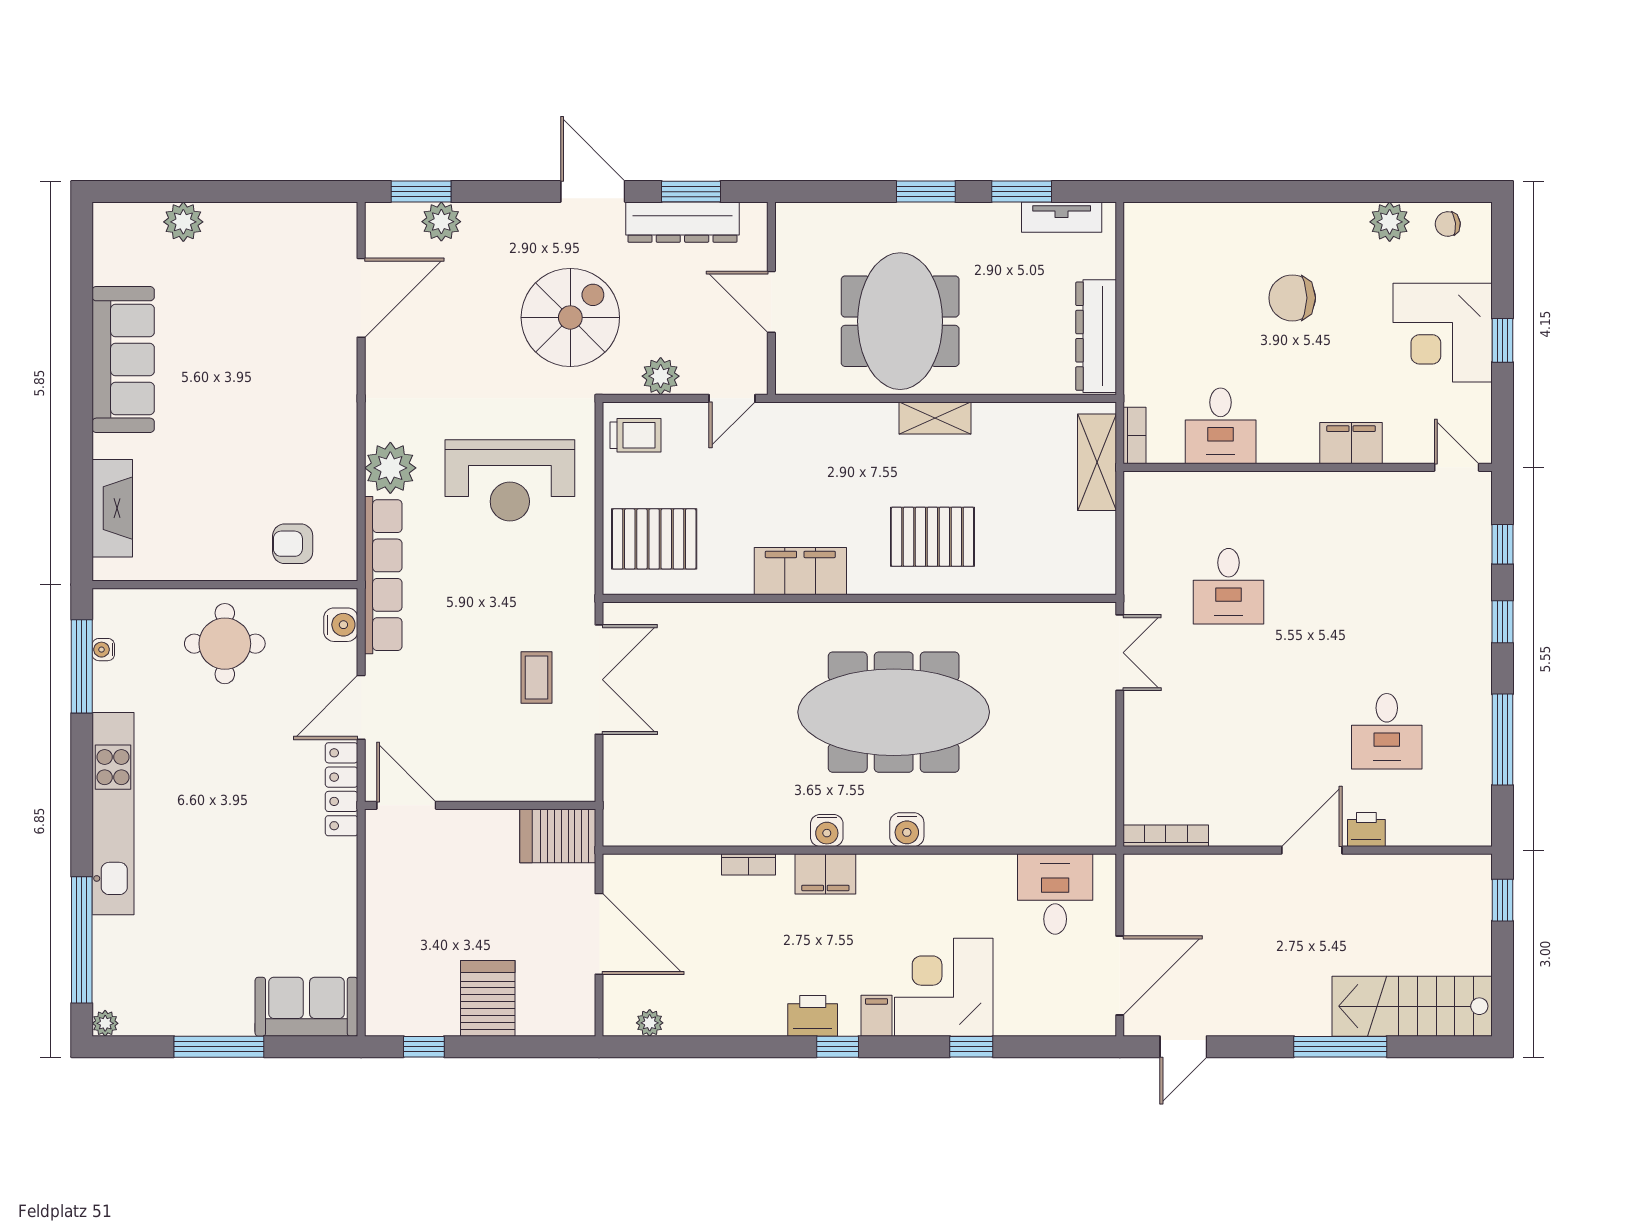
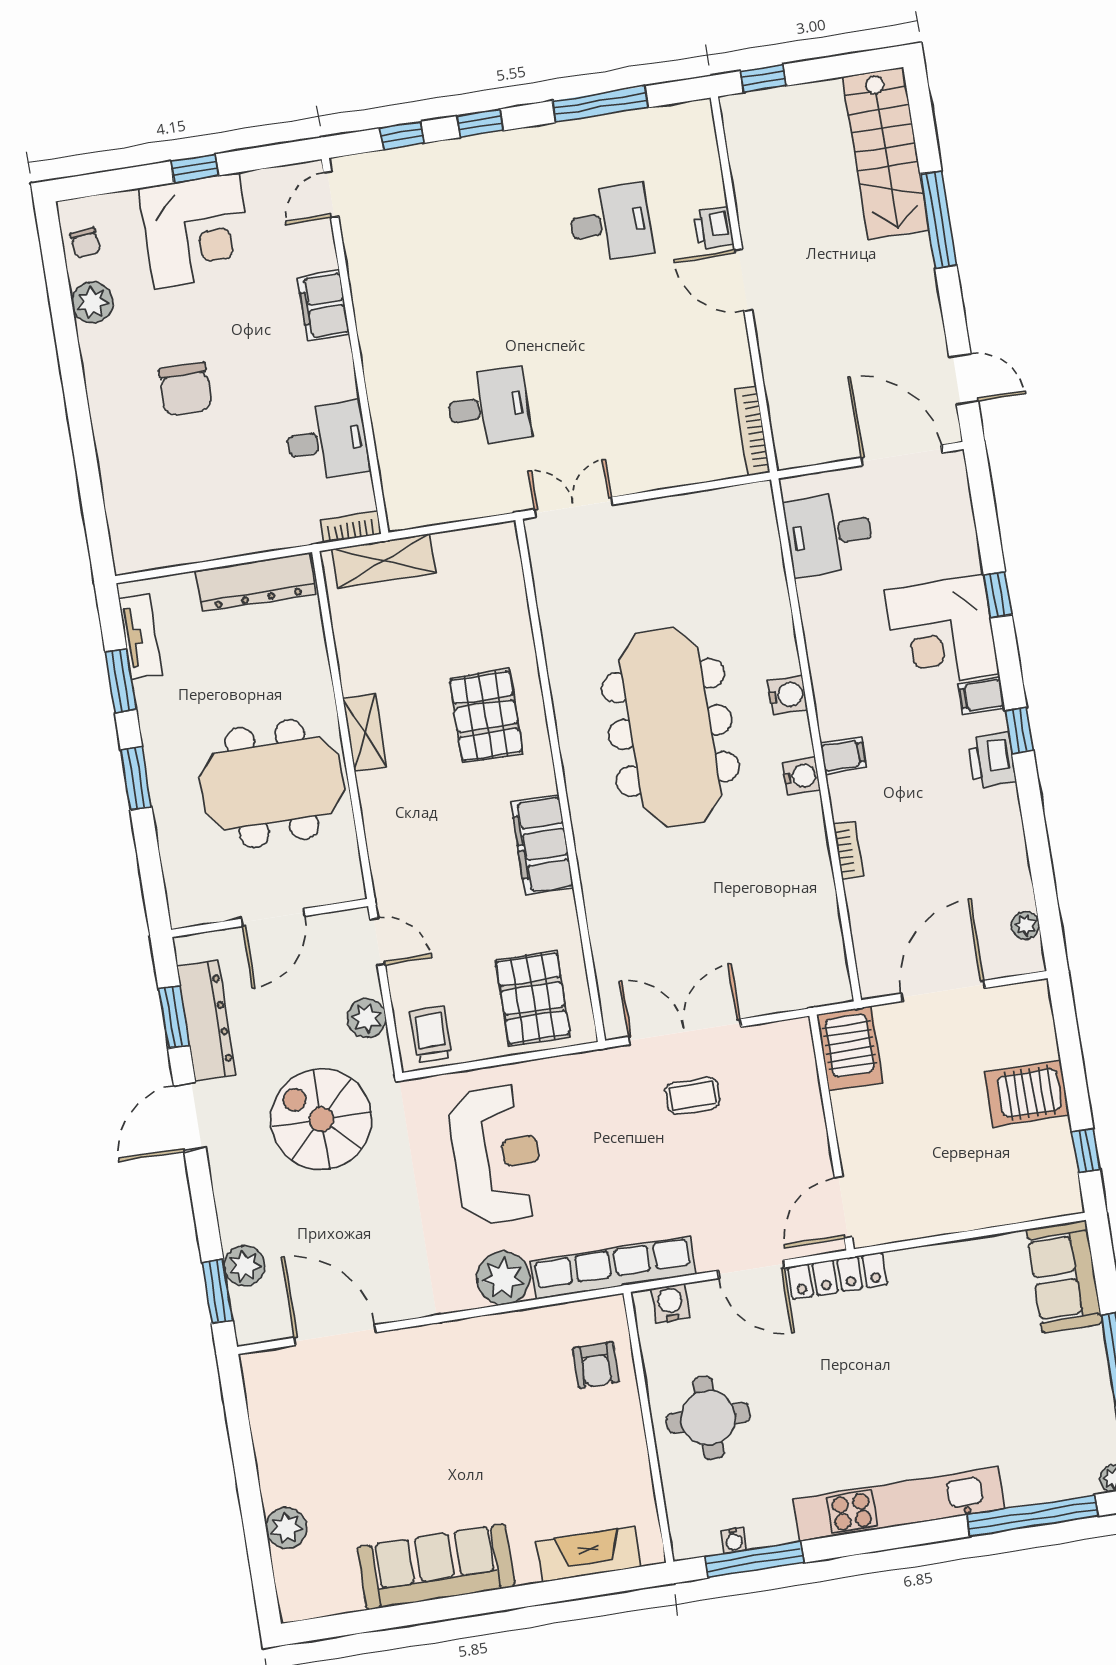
filing cabinet: (825, 874) -> (843, 755), width x0.50

